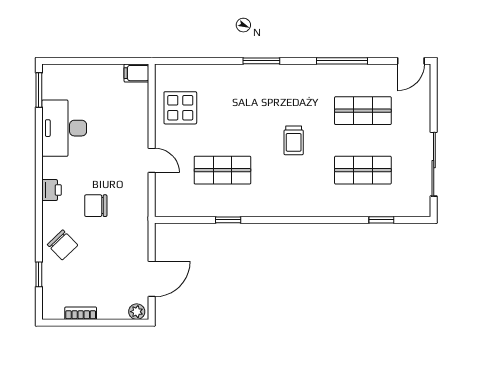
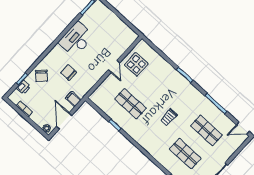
filing cabinet: (136, 73) -> (73, 99), moved
desk: (64, 128) -> (76, 39), moved
door: (152, 160) -> (114, 66), moved
printer: (52, 190) -> (23, 87), moved
door: (152, 279) -> (64, 121), swing flipped

